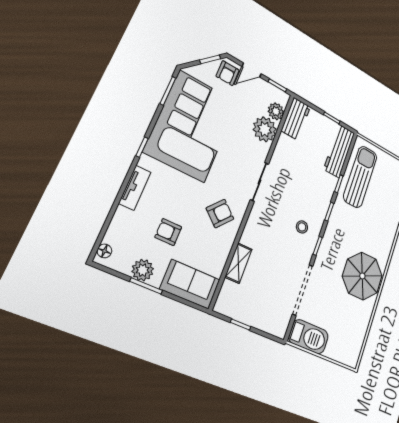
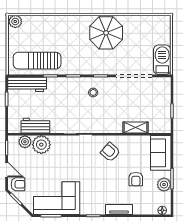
workbench: (296, 119) -> (35, 126), moved
corner sofa: (192, 126) -> (57, 198), width x0.73, depth x0.74

